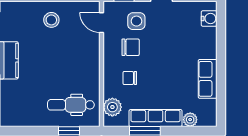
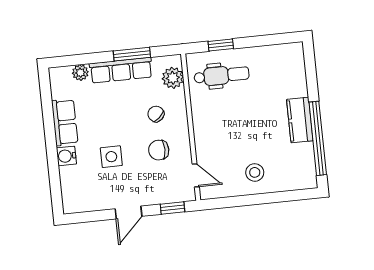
water cooler: (209, 19) -> (66, 156), moved
side table: (136, 21) -> (111, 157), moved
chair: (130, 78) -> (156, 114), turned -131

